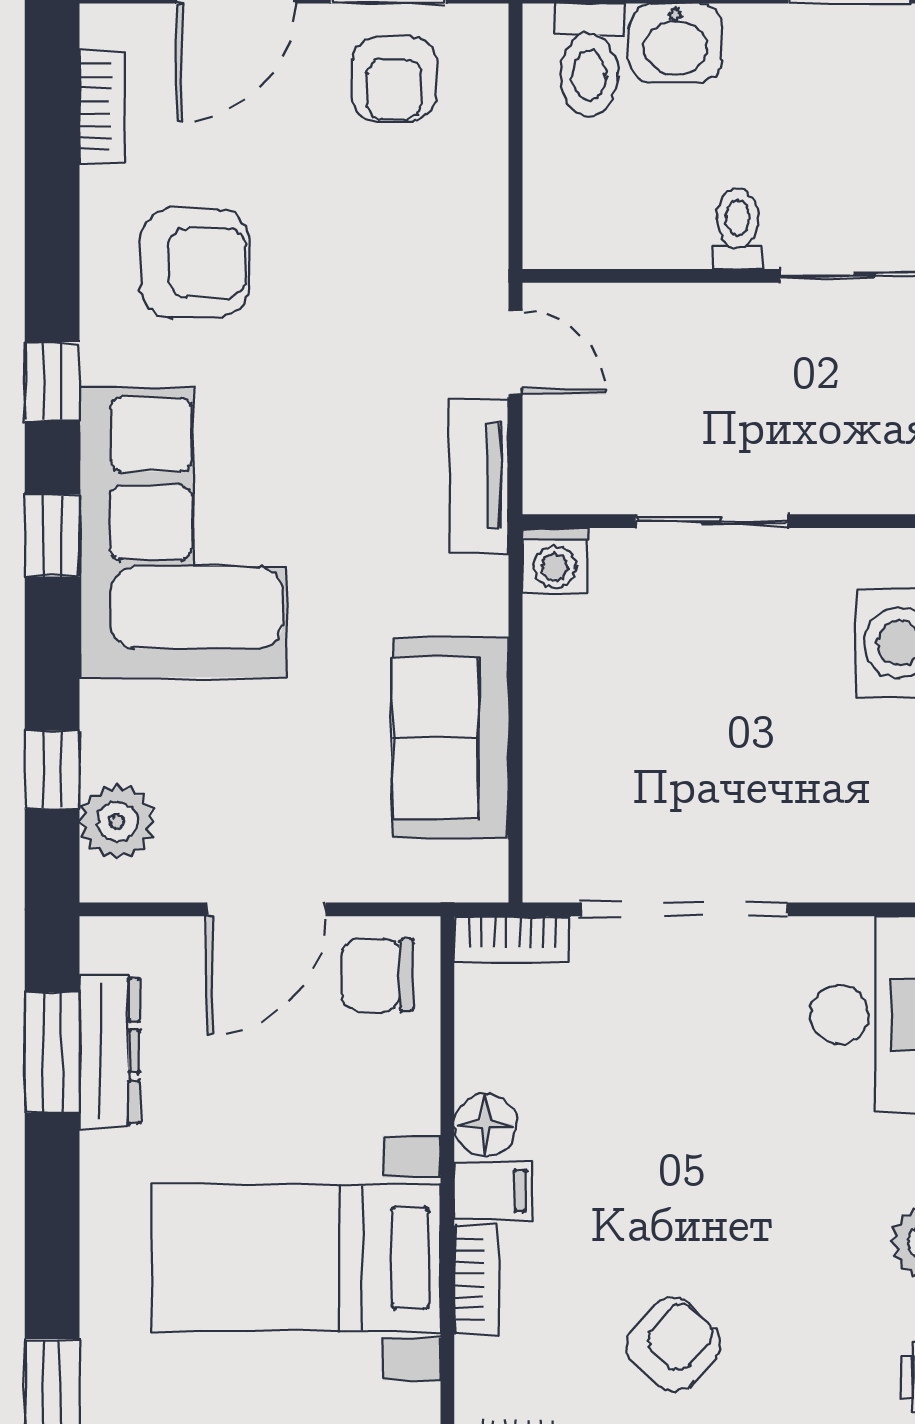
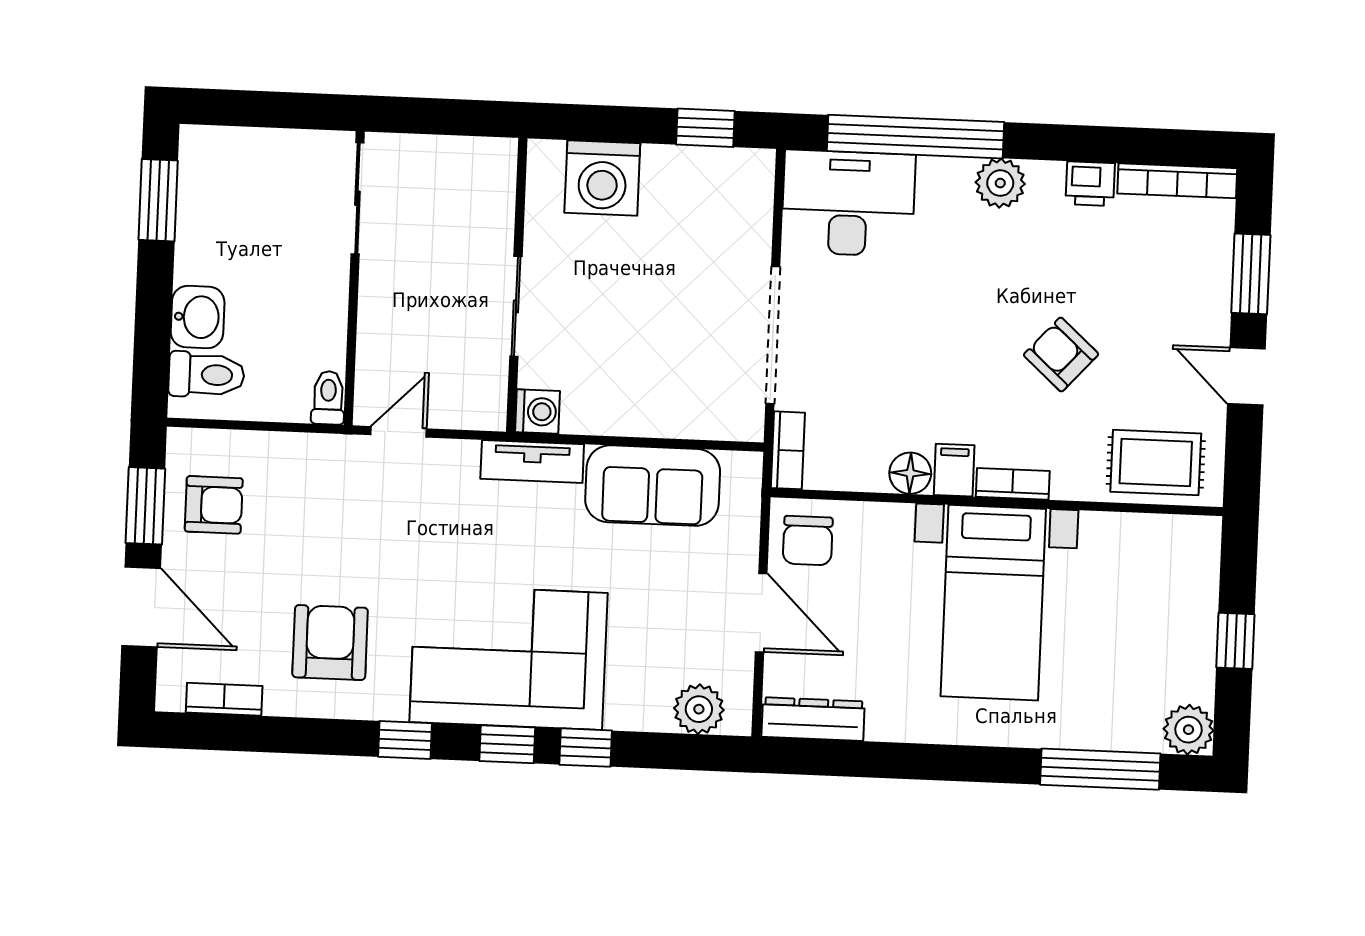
toilet: (737, 229) -> (328, 398), moved, turned 90
tv unit: (479, 476) -> (532, 461), moved
window: (52, 770) -> (586, 748), moved
dresser: (109, 1051) -> (813, 719), moved
window: (52, 1053) -> (850, 759), removed

